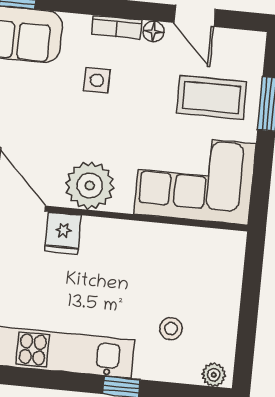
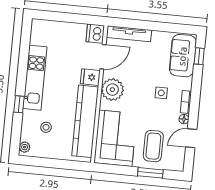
kitchen counter: (158, 244) -> (85, 121), added

